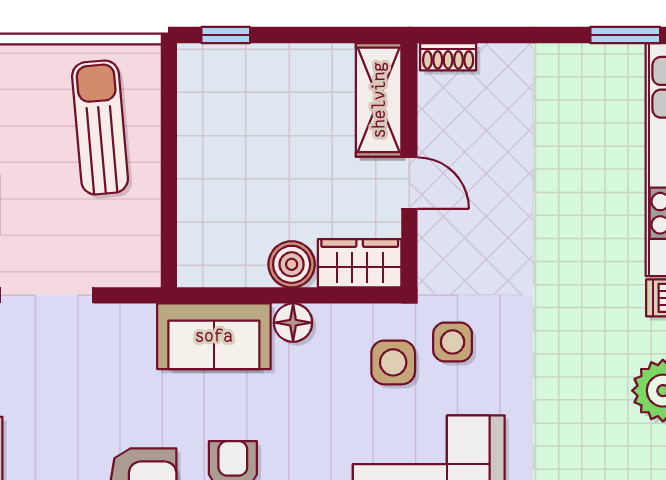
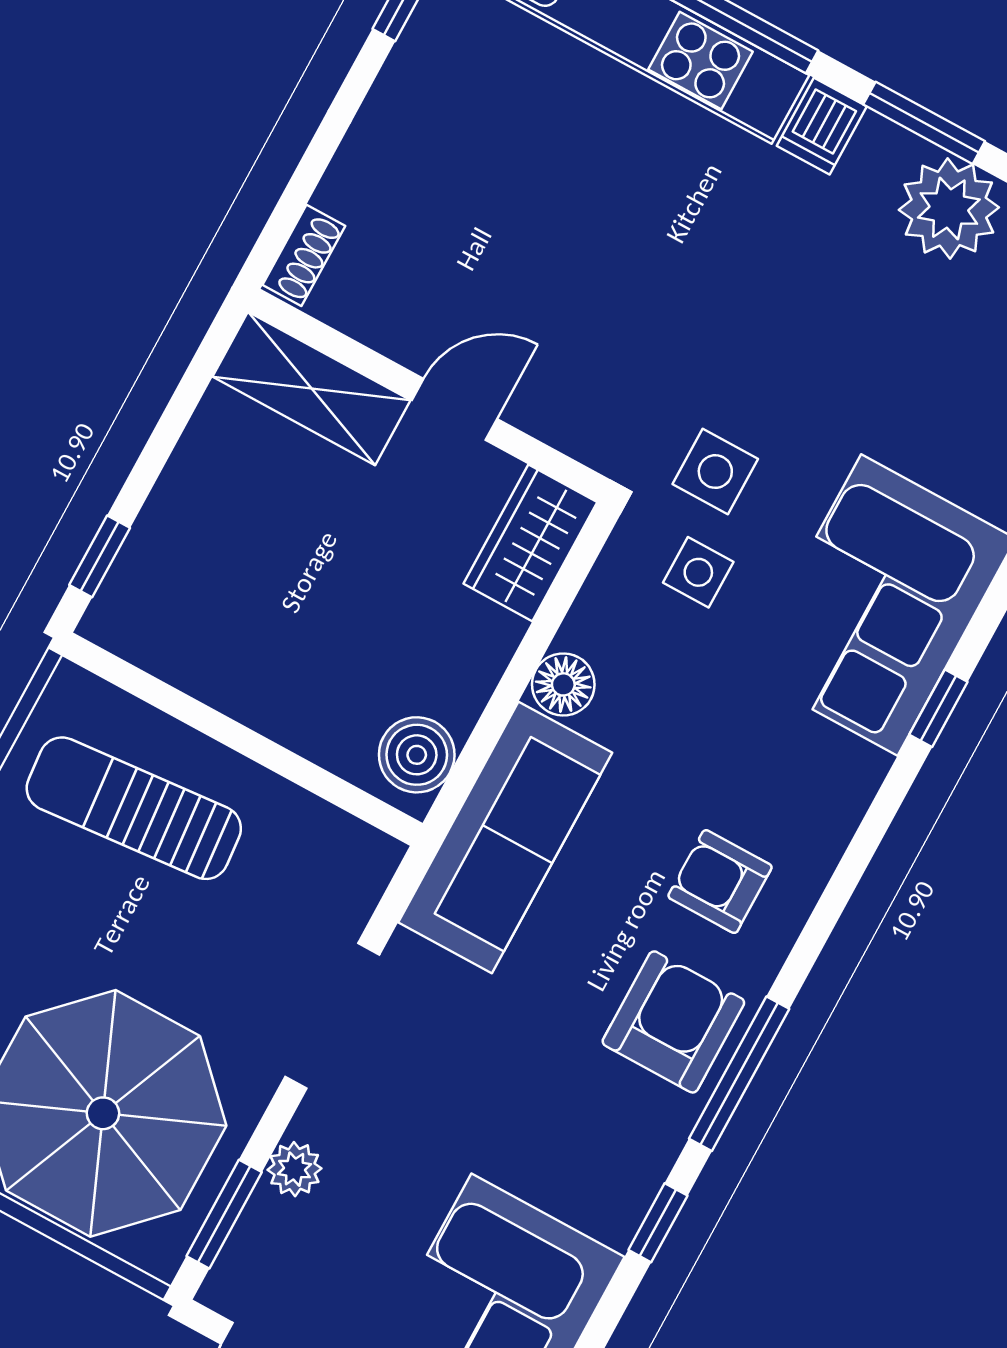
boiler: (292, 264) -> (417, 755), moved
sofa: (214, 336) -> (505, 838), width x1.36
side table: (393, 362) -> (698, 572), width x0.73, depth x0.73

